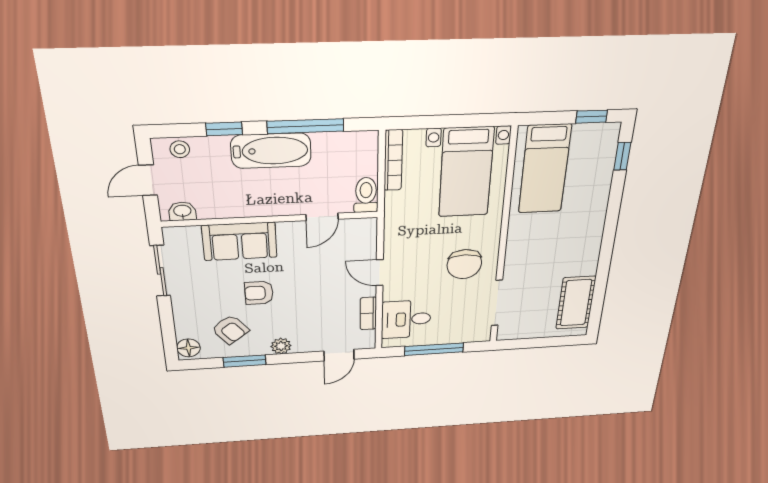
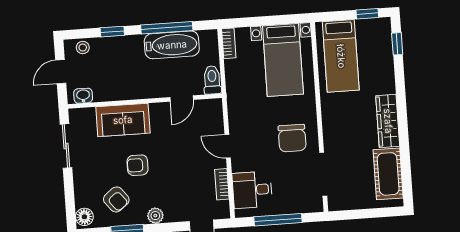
bathtub: (271, 151) -> (172, 45), moved
bookcase: (393, 160) -> (229, 43), width x0.64
wardrobe: (589, 246) -> (388, 121), added

